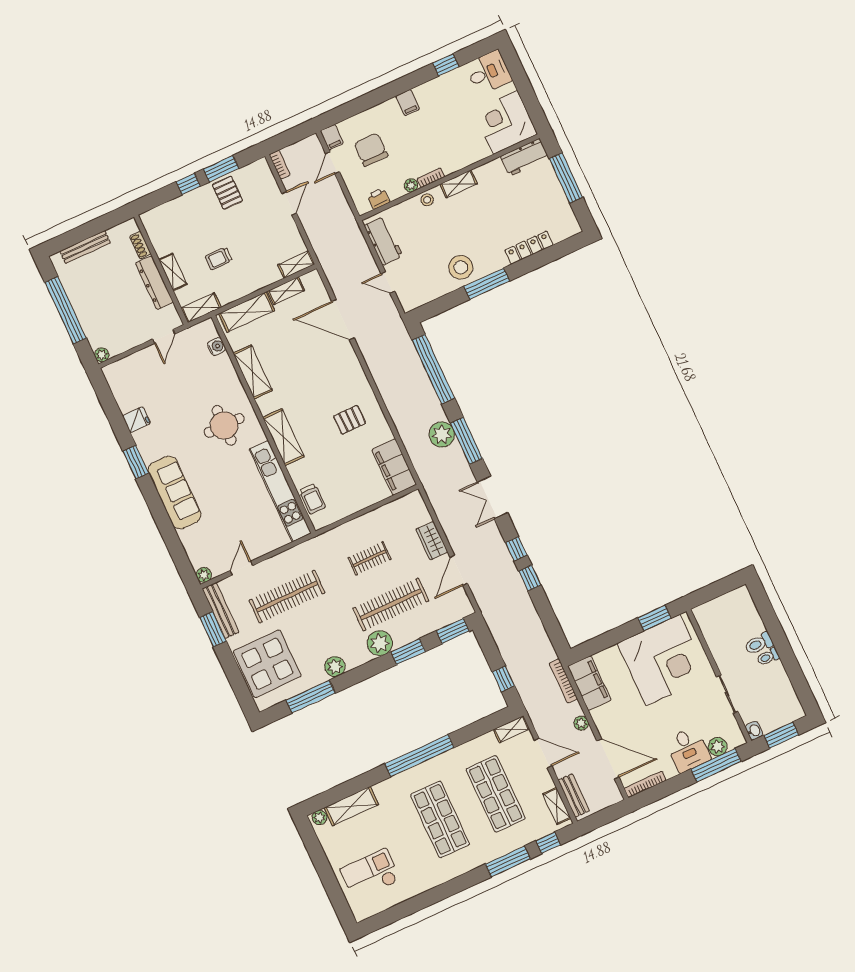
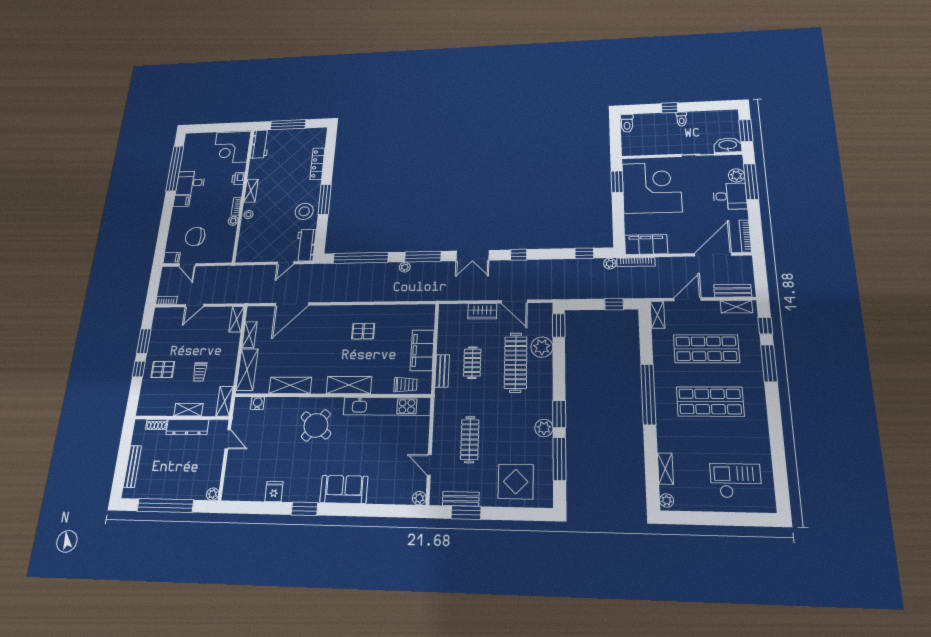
window: (446, 65) -> (175, 168), width x3.17
desk: (488, 72) -> (190, 183), moved, turned -90
pallet: (227, 193) -> (163, 369), moved
printer: (379, 199) -> (238, 178), moved
door: (289, 203) -> (194, 306), swing flipped
workbench: (383, 241) -> (306, 245), moved, turned -90
pallet: (350, 420) -> (363, 331), turned 90
round table: (224, 425) -> (316, 425), turned 38
plant: (442, 434) -> (405, 267), width x0.53, depth x0.53
filing cabinet: (394, 467) -> (422, 350), moved, turned 90
sofa: (175, 493) -> (344, 489), width x0.73
bench: (346, 531) -> (442, 371), added
window: (530, 578) -> (584, 253), moved
clothes rail: (287, 597) -> (470, 440), width x0.73, depth x0.76
bench: (221, 611) -> (461, 499), width x0.73
window: (778, 637) -> (669, 108), added
plant: (380, 643) -> (542, 347), moved
toilet: (759, 644) -> (627, 123), moved
window: (408, 652) -> (559, 414), moved
display table: (267, 664) -> (516, 482), width x0.73, depth x0.73
plant: (581, 723) -> (610, 264), moved
washbasin: (754, 731) -> (728, 145), width x1.91, depth x1.45
shelving: (351, 806) -> (665, 469), width x0.67, depth x0.75
checkout: (370, 875) -> (736, 481), turned 90

